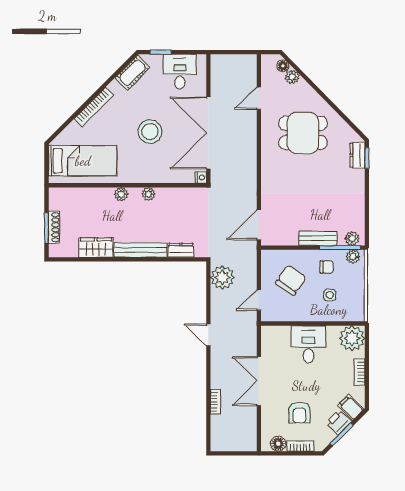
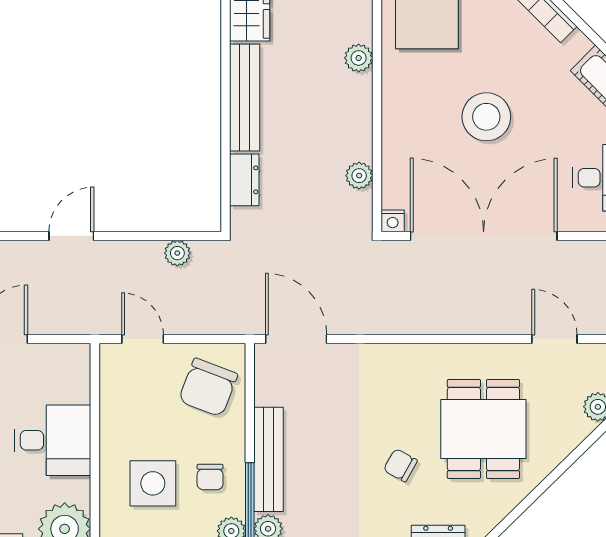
chair: (321, 174) -> (400, 465), added
plant: (148, 194) -> (359, 176), moved
bench: (318, 238) -> (268, 459), width x1.36
plant: (222, 277) -> (177, 253), width x0.53, depth x0.53
chair: (291, 280) -> (208, 387), moved, turned 77
side table: (330, 295) -> (153, 483), width x1.87, depth x1.87

